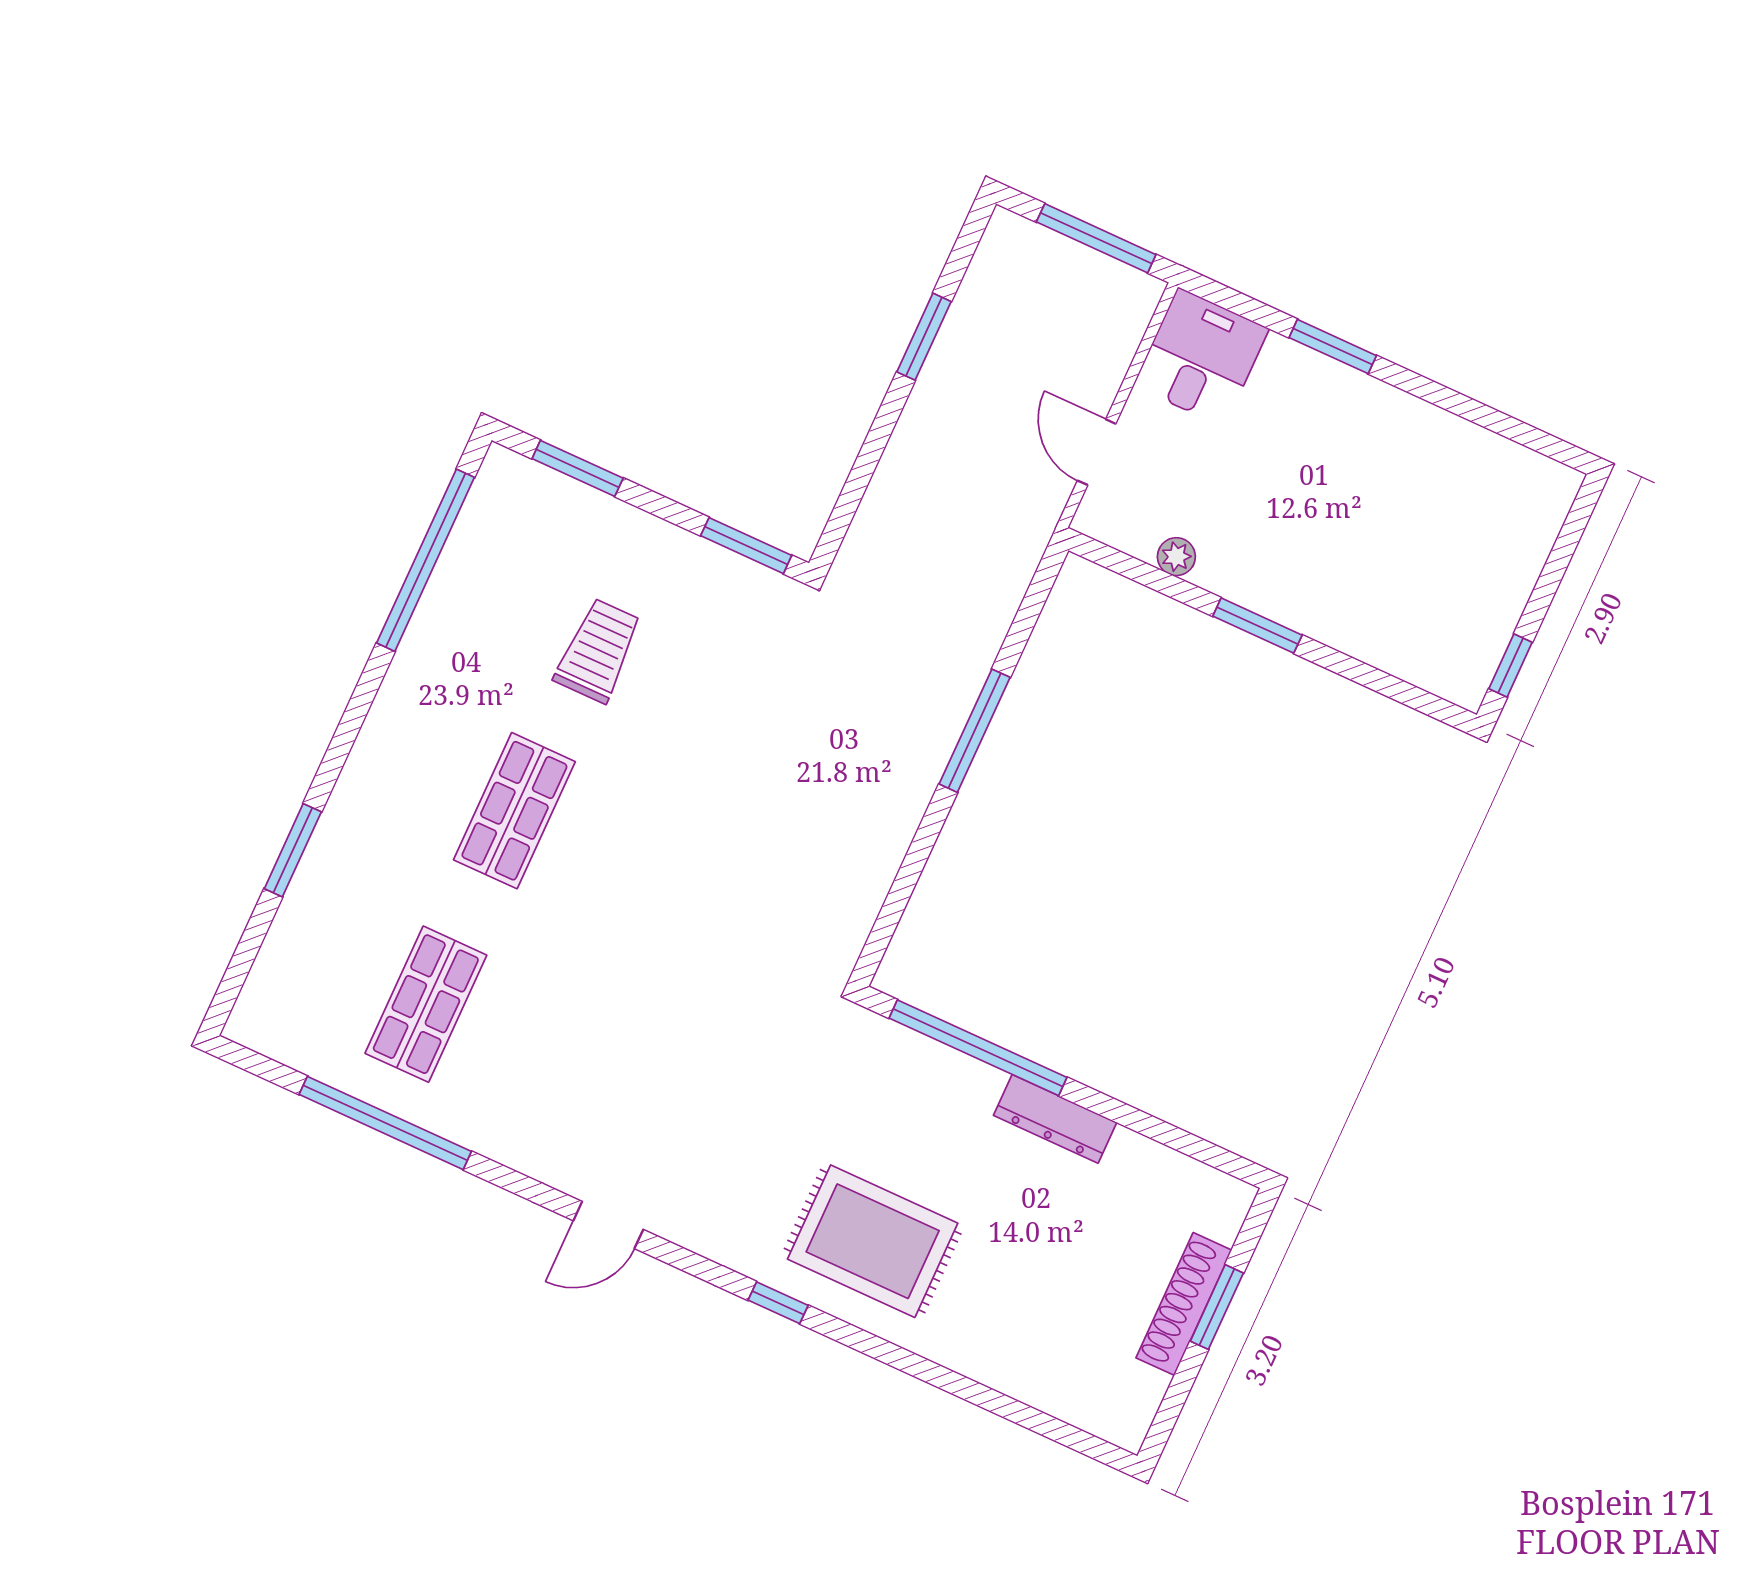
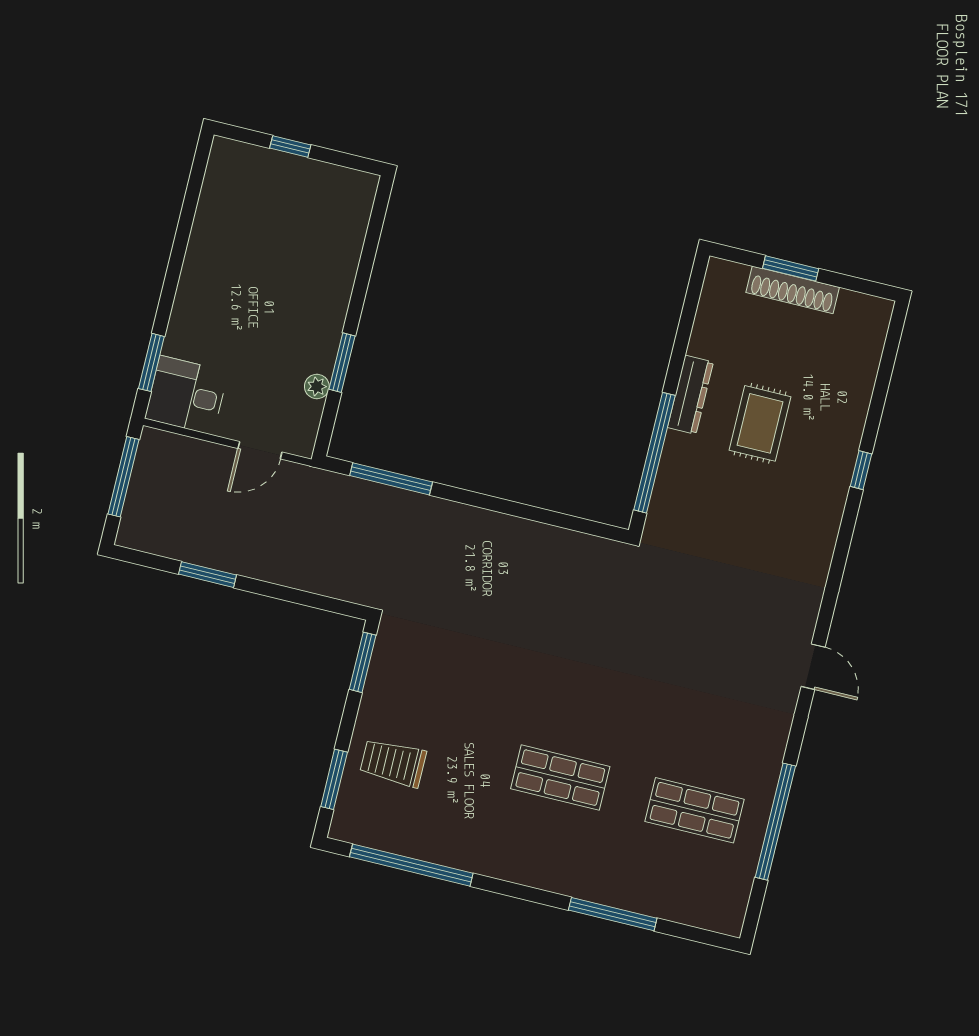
window: (1333, 347) -> (151, 362), moved
window: (1257, 626) -> (342, 363), moved
trolley: (598, 651) -> (393, 763), moved
window: (1511, 666) -> (290, 146), moved
window: (975, 731) -> (391, 479), moved
window: (293, 850) -> (613, 914), width x1.44
rug: (873, 1241) -> (760, 423), moved, width x0.73, depth x0.70
window: (778, 1303) -> (861, 470), moved

